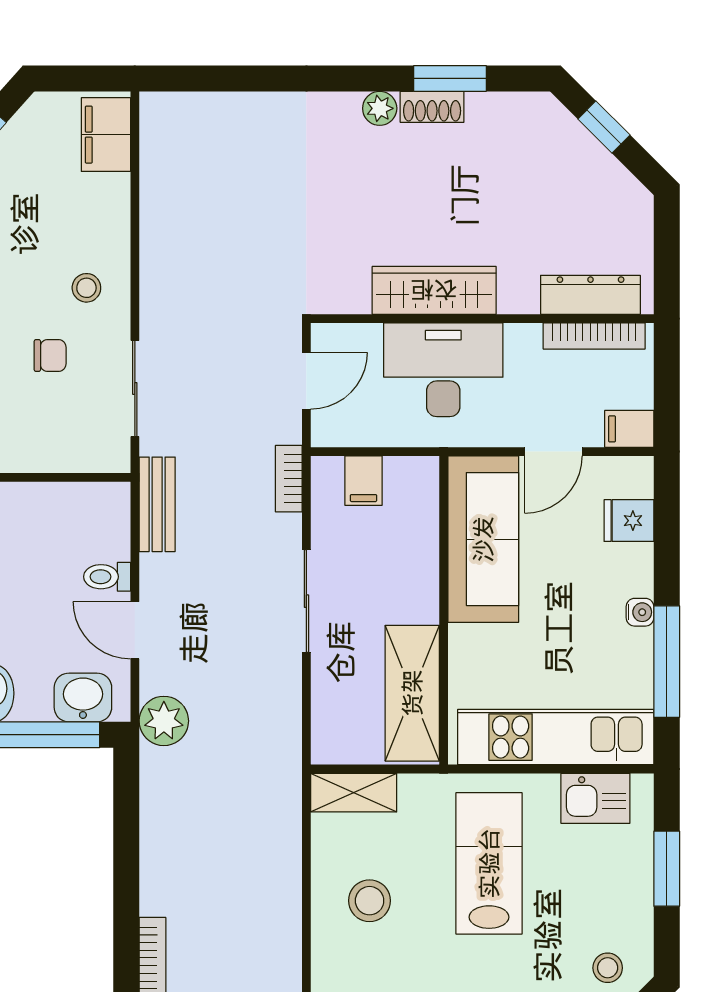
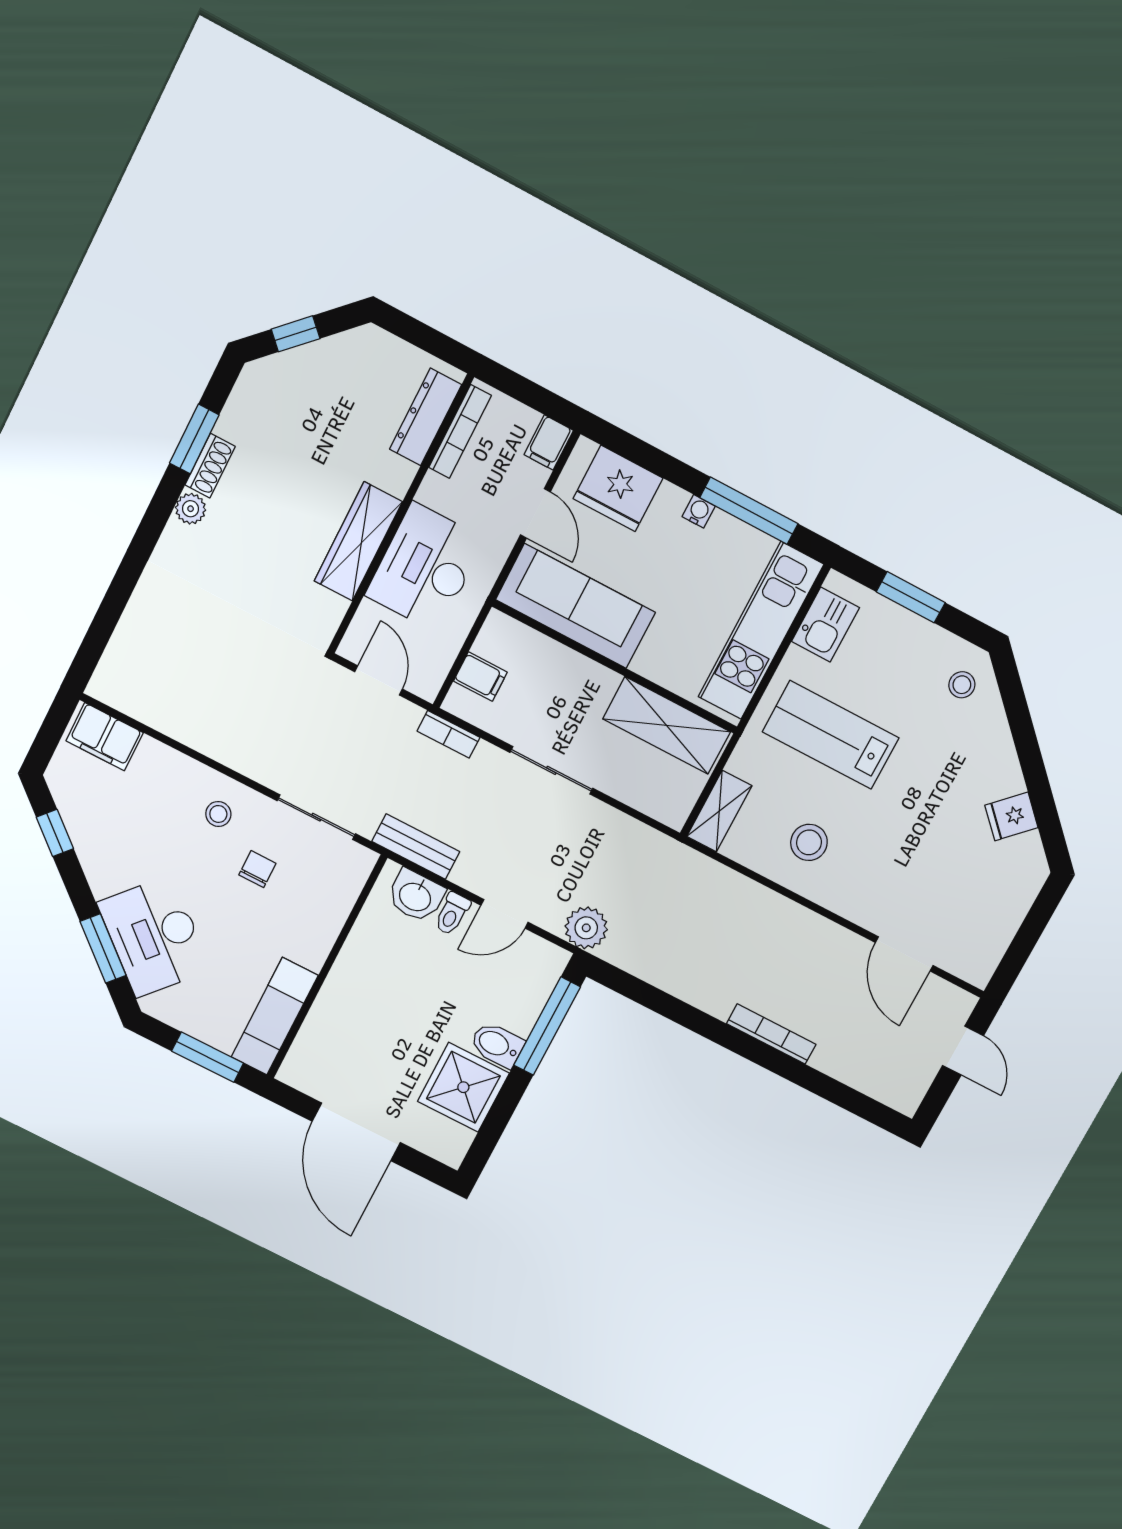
fridge: (629, 521) -> (618, 488), width x1.88, depth x1.34
washbasin: (83, 697) -> (416, 896), moved, turned -90

